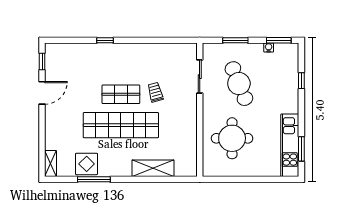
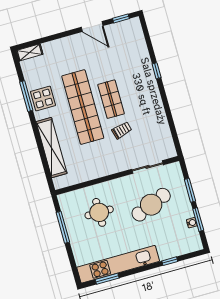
window: (279, 40) -> (198, 220), moved
round table: (232, 138) -> (99, 212), width x0.73, depth x0.73
kitchen unit: (290, 145) -> (118, 264), width x1.36
display table: (87, 164) -> (43, 98), moved
shelving: (153, 168) -> (52, 148), width x1.47
window: (237, 179) -> (63, 227), added

